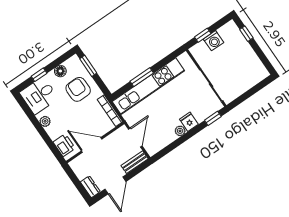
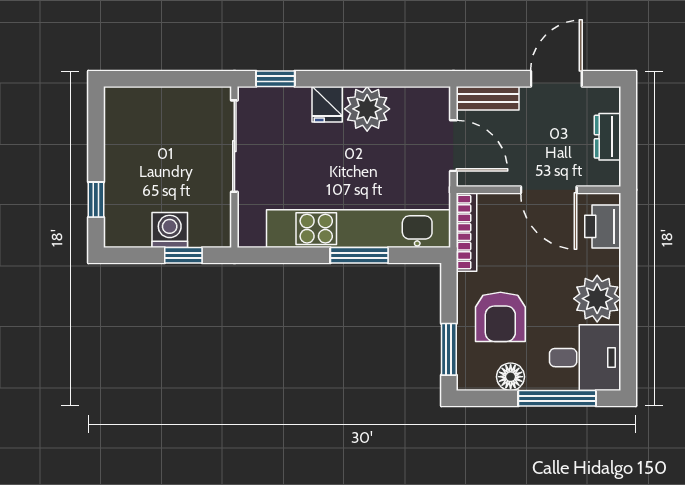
window: (39, 75) -> (557, 398), width x2.17
plant: (45, 121) -> (597, 299), width x1.88, depth x1.88
plant: (180, 131) -> (367, 109), width x1.88, depth x1.88
door: (135, 138) -> (453, 146), swing flipped
dresser: (90, 187) -> (608, 137), moved

